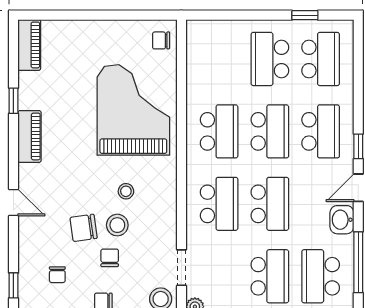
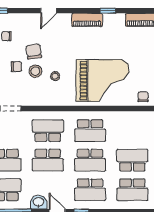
school desk: (219, 204) -> (48, 131), turned 180

